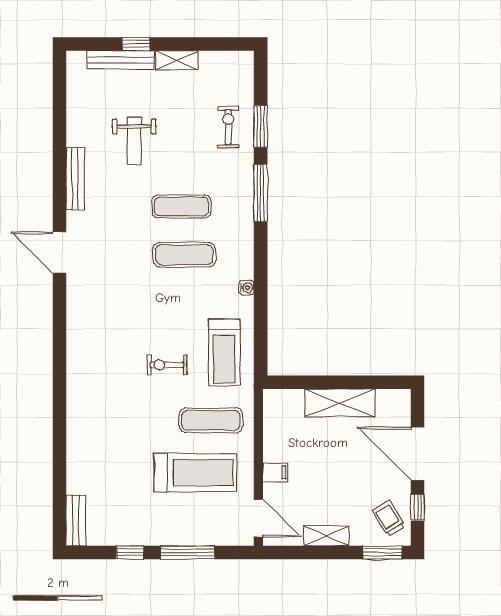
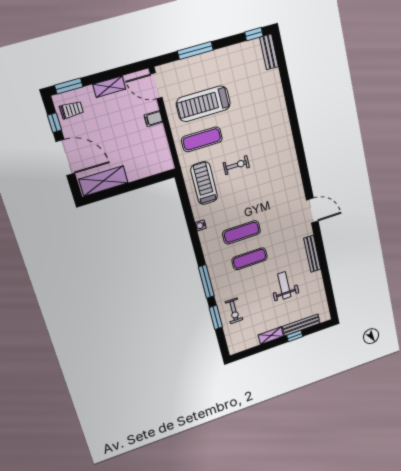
shelving: (340, 403) -> (103, 181), moved
trolley: (389, 519) -> (71, 110), turned -58
window: (130, 553) -> (254, 34), moved

